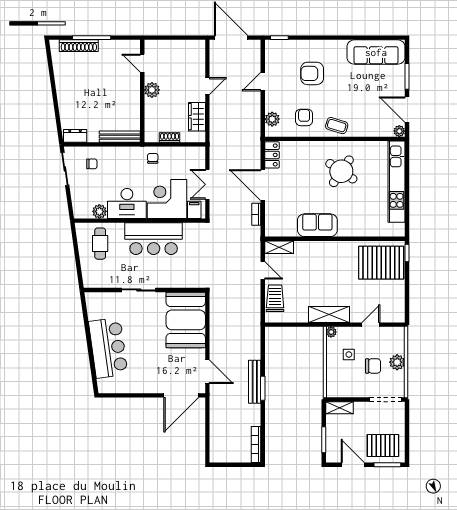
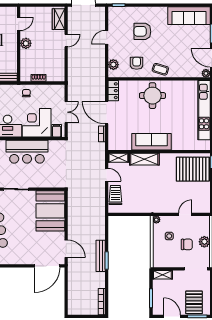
door: (142, 63) -> (19, 24), swing flipped
wardrobe: (197, 117) -> (59, 19), moved
round table: (341, 171) -> (152, 96), moved, turned -34
double door: (207, 184) -> (66, 112), swing flipped
sofa: (317, 225) -> (152, 142), width x1.36
shelving: (329, 314) -> (144, 159), moved
pallet: (383, 446) -> (194, 302), turned 90

